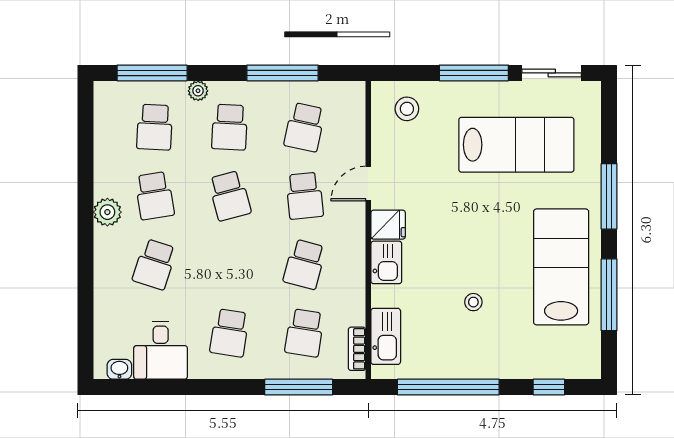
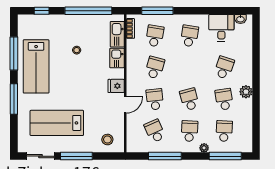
school desk: (305, 127) -> (155, 131), turned -36
kitchen sink: (386, 262) -> (117, 58), moved

